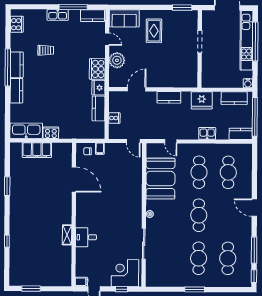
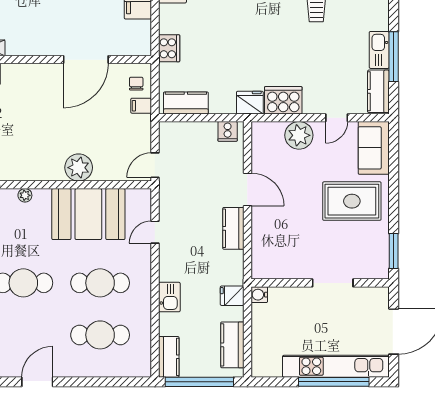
kitchen sink: (58, 15) -> (379, 50), moved
rug: (154, 31) -> (352, 201), width x1.36, depth x1.43
water cooler: (248, 83) -> (259, 295), moved
door: (137, 89) -> (247, 190), moved
fridge: (202, 100) -> (232, 296), width x0.53, depth x0.75
kitchen counter: (99, 108) -> (186, 103), moved
cooker: (114, 118) -> (228, 131), moved
cooker: (51, 133) -> (169, 48), moved
plant: (134, 184) -> (79, 168), added

